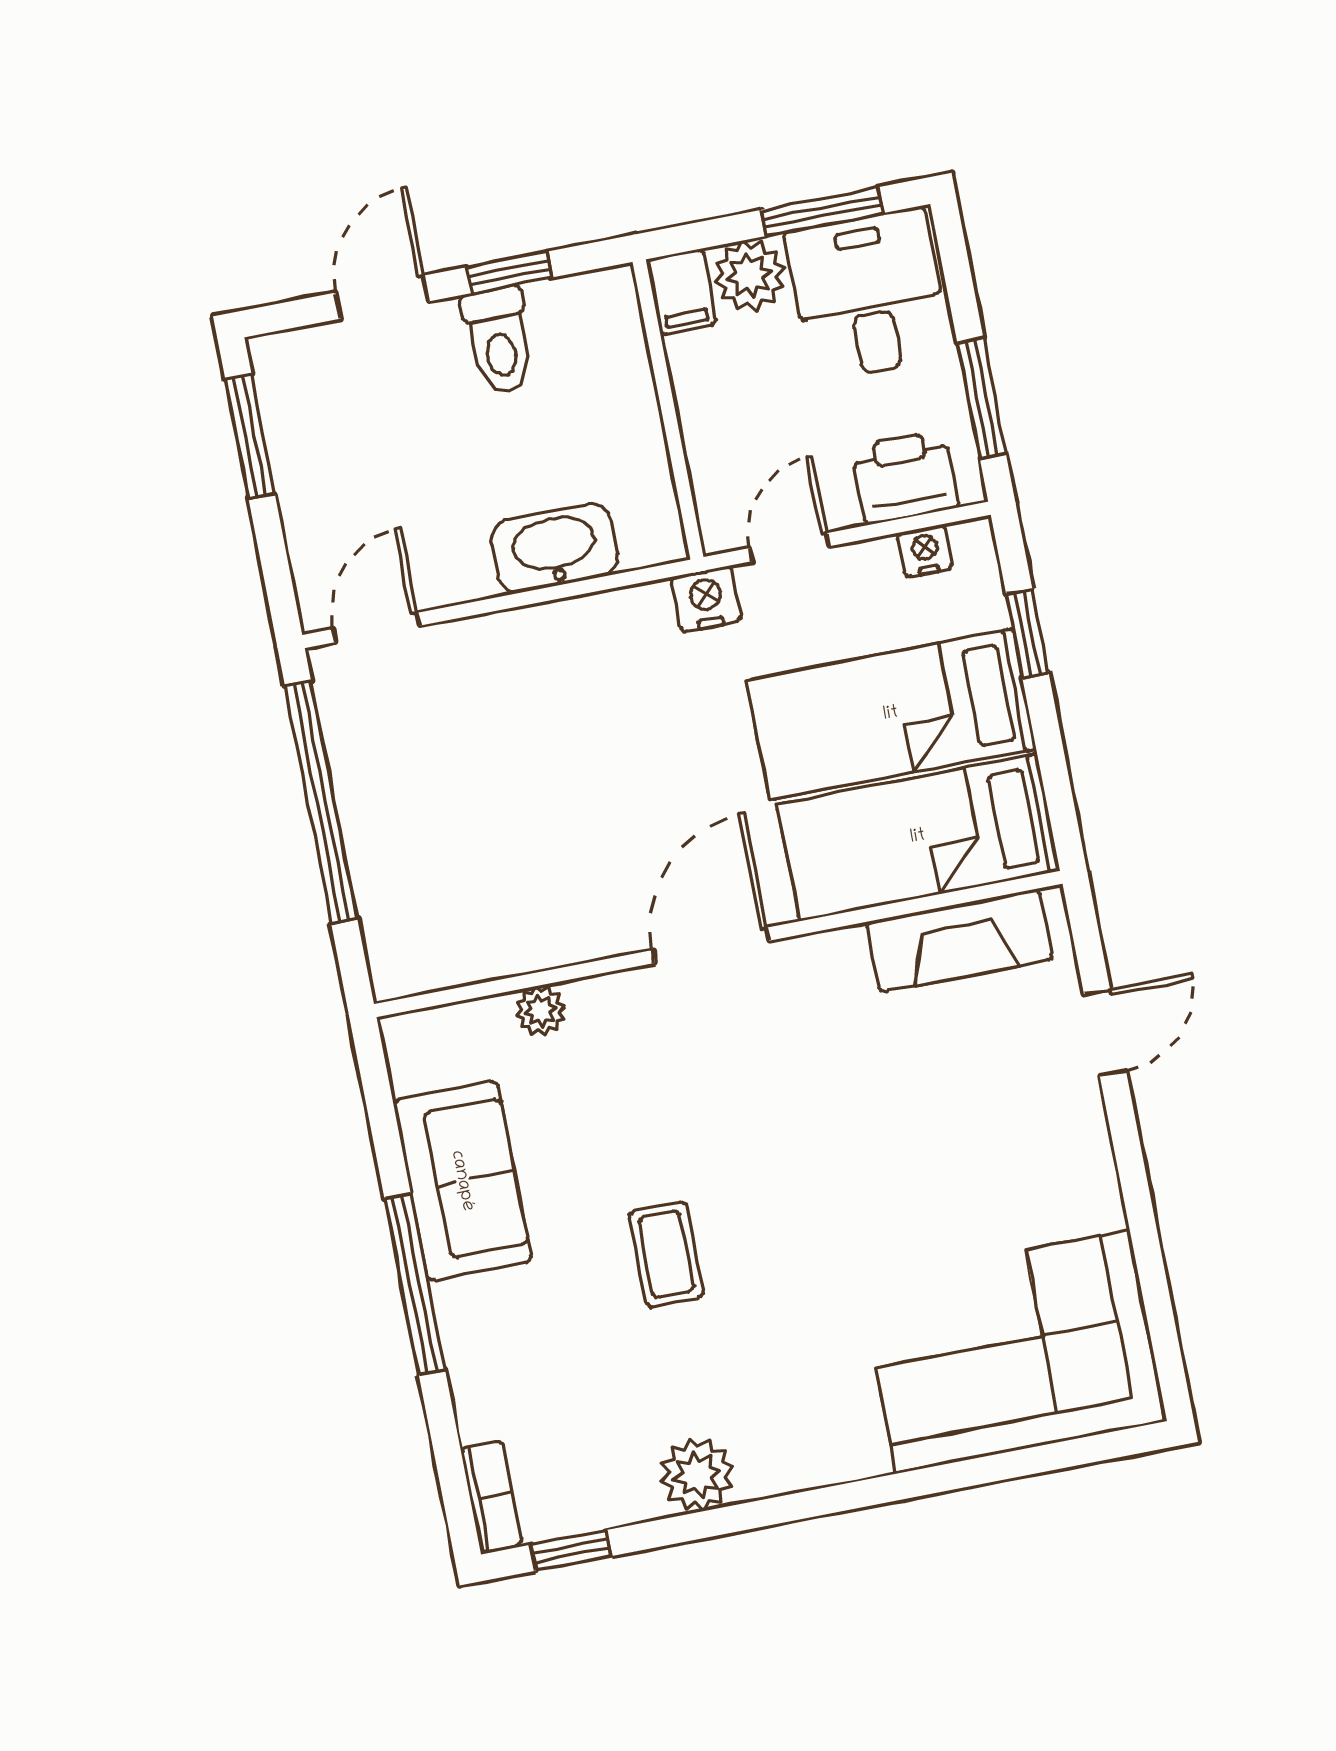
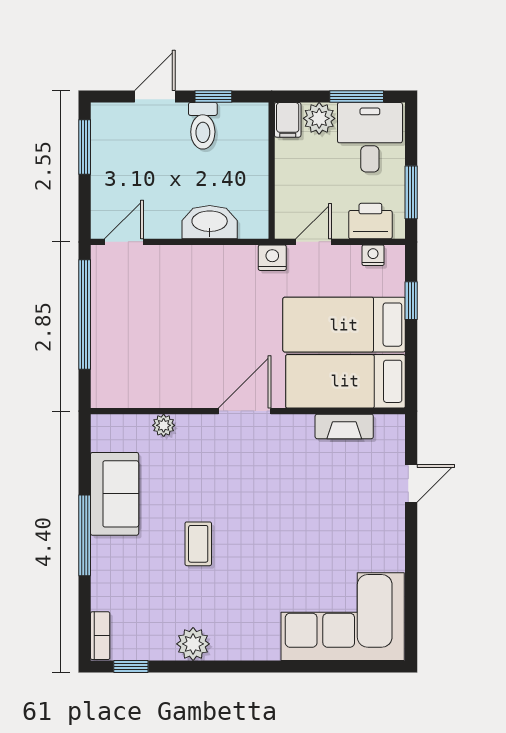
fireplace: (960, 941) -> (344, 426), width x0.73, depth x0.76

